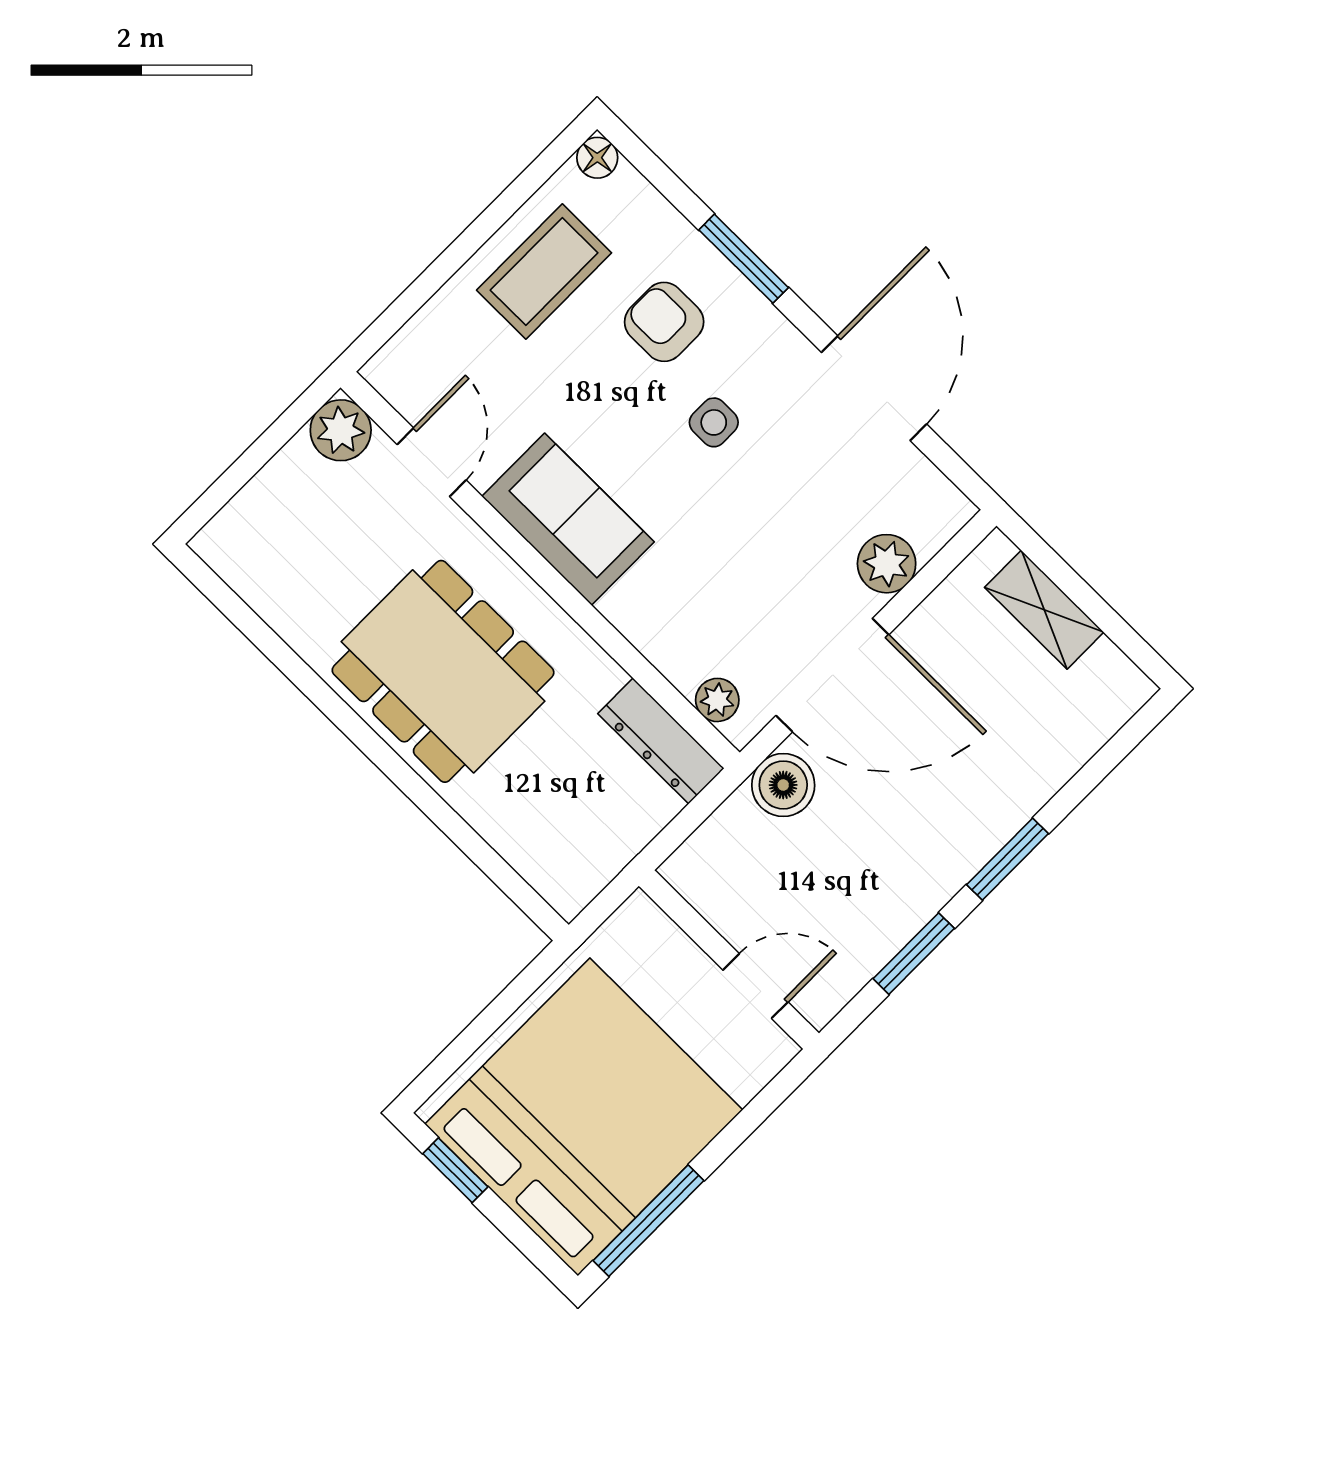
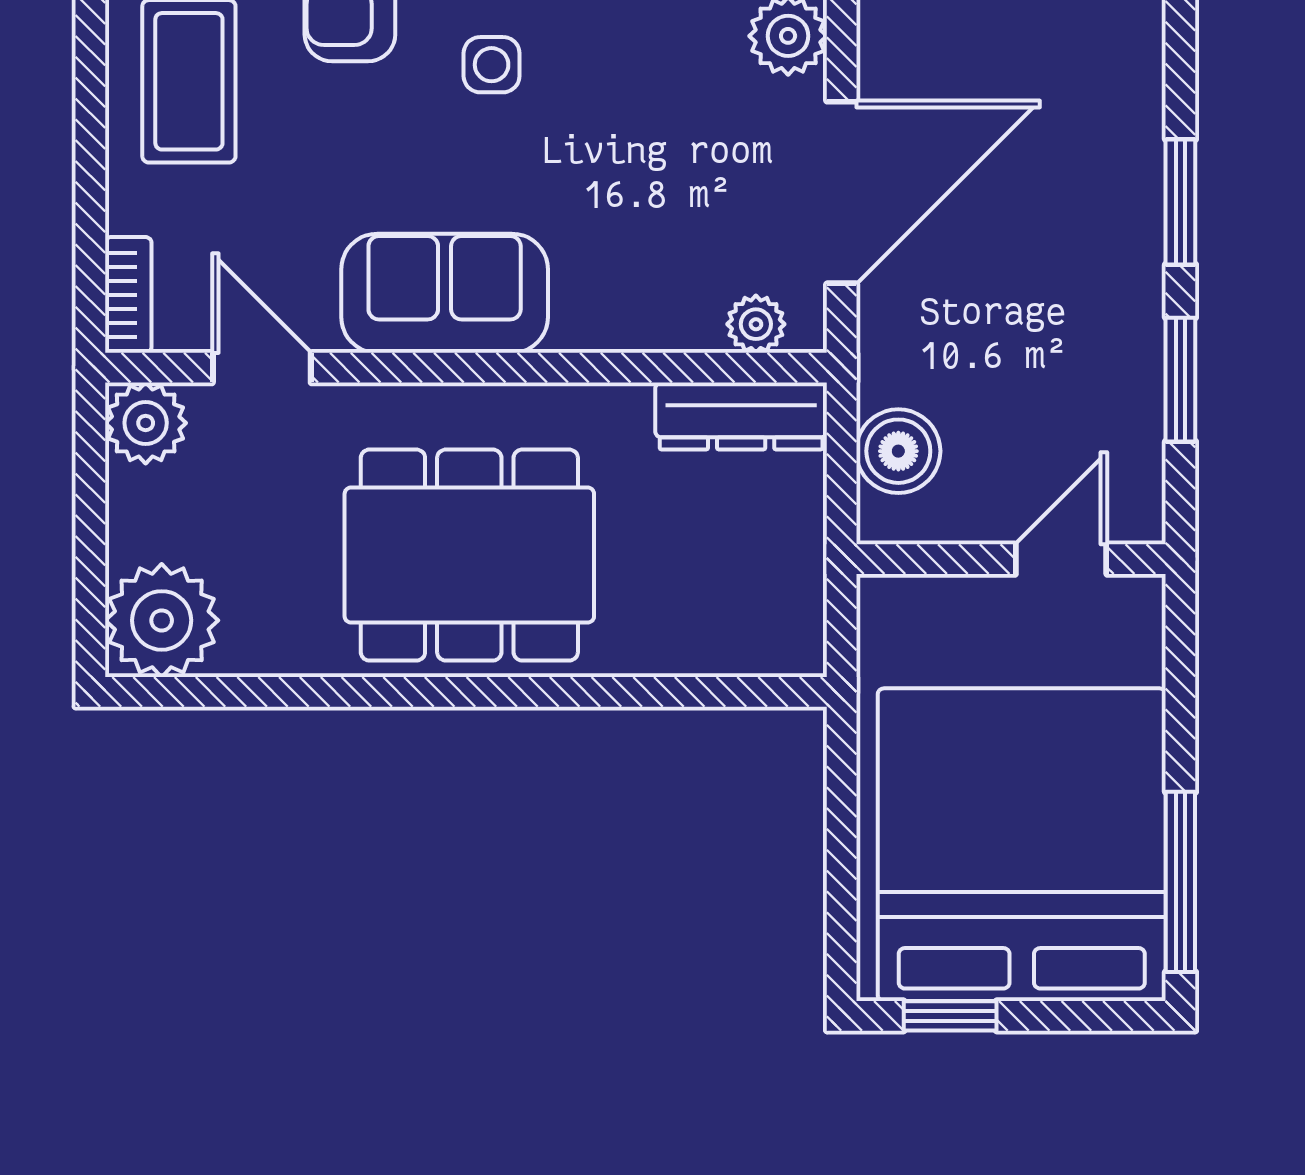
bookcase: (399, 353) -> (128, 295), added
plant: (245, 544) -> (162, 620), added
boiler: (783, 785) -> (898, 451), moved

